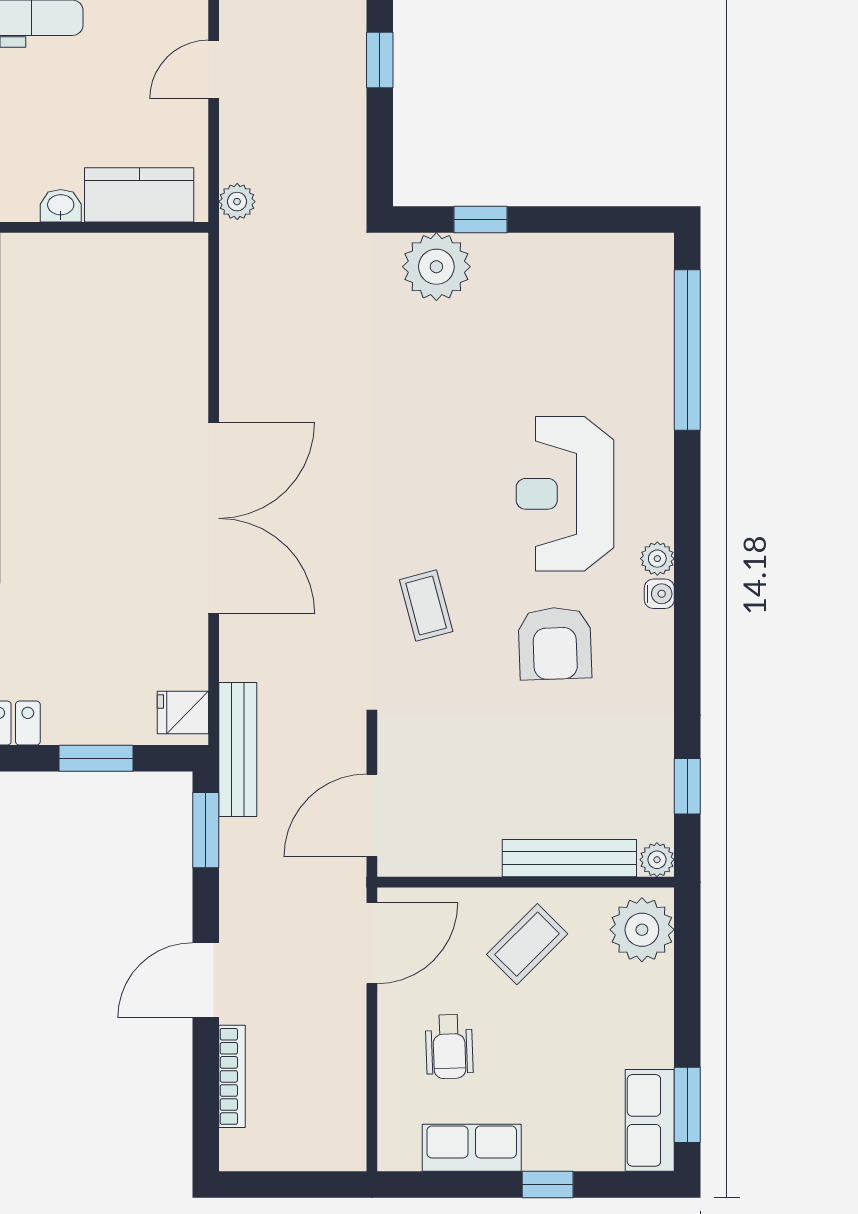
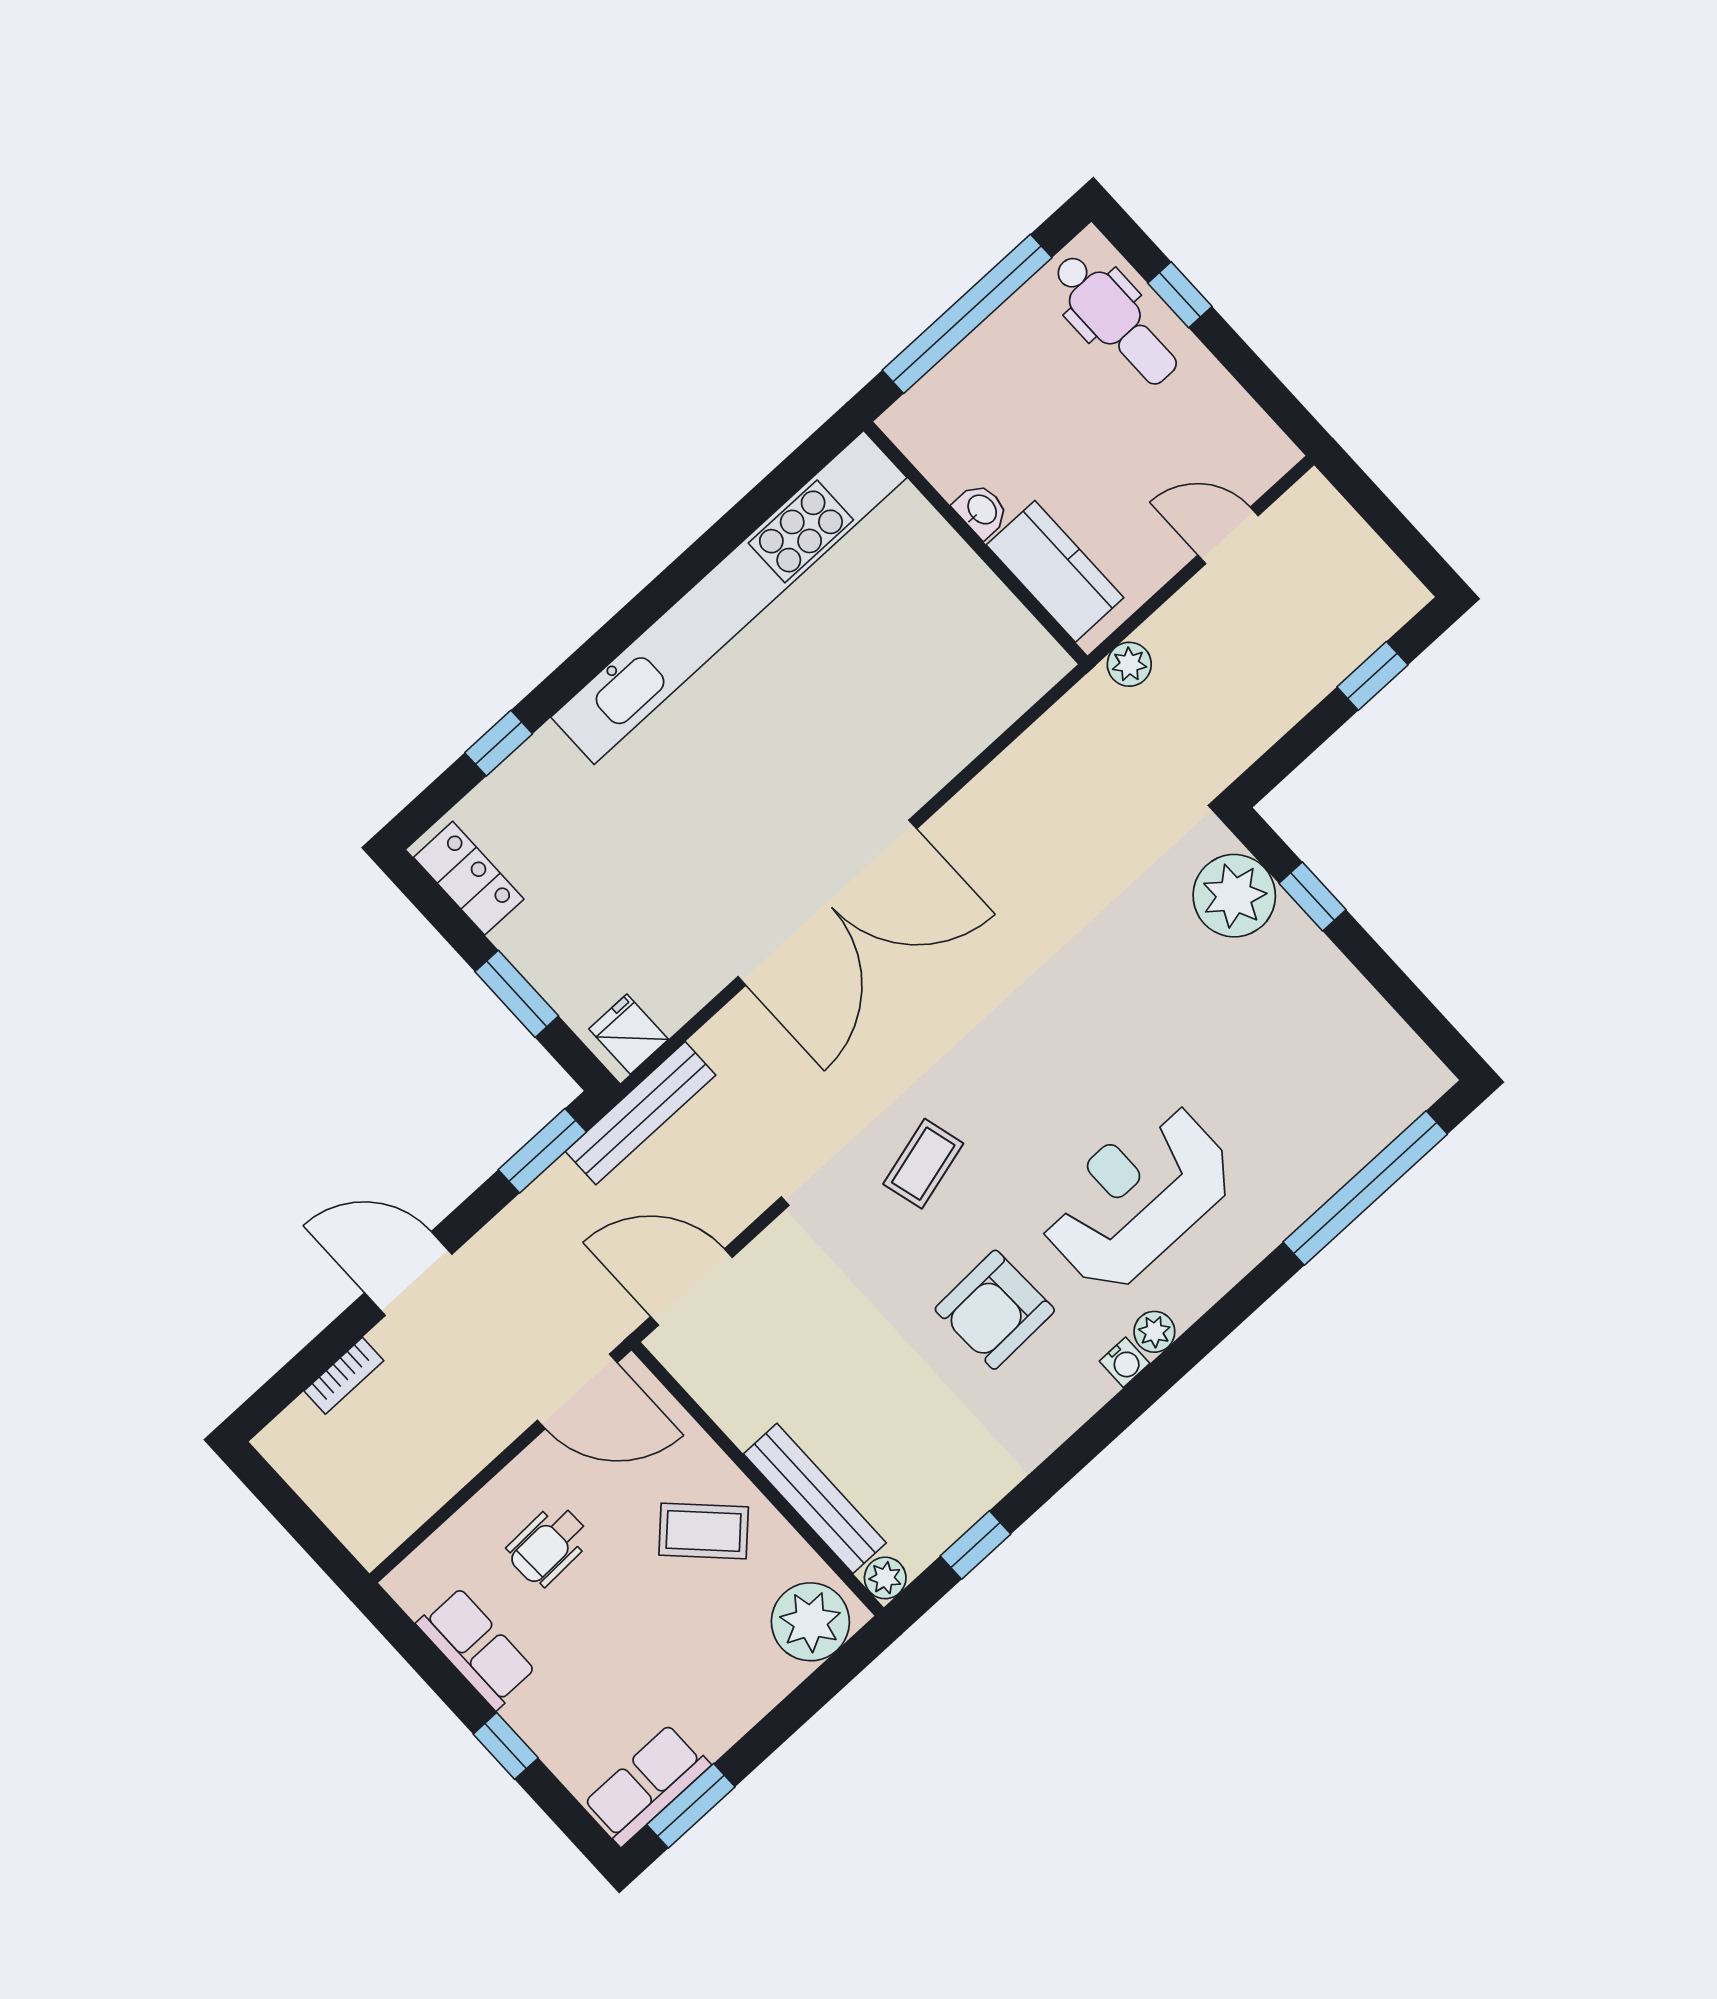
bookcase: (232, 1076) -> (344, 1376), width x0.64

